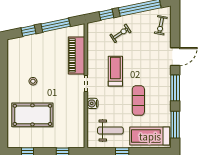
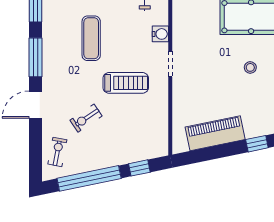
window: (56, 25) -> (216, 152), removed
exercise bike: (121, 33) -> (86, 118), moved
piano: (77, 55) -> (215, 133), moved, turned -102
treadmill: (115, 71) -> (126, 83), turned -90

